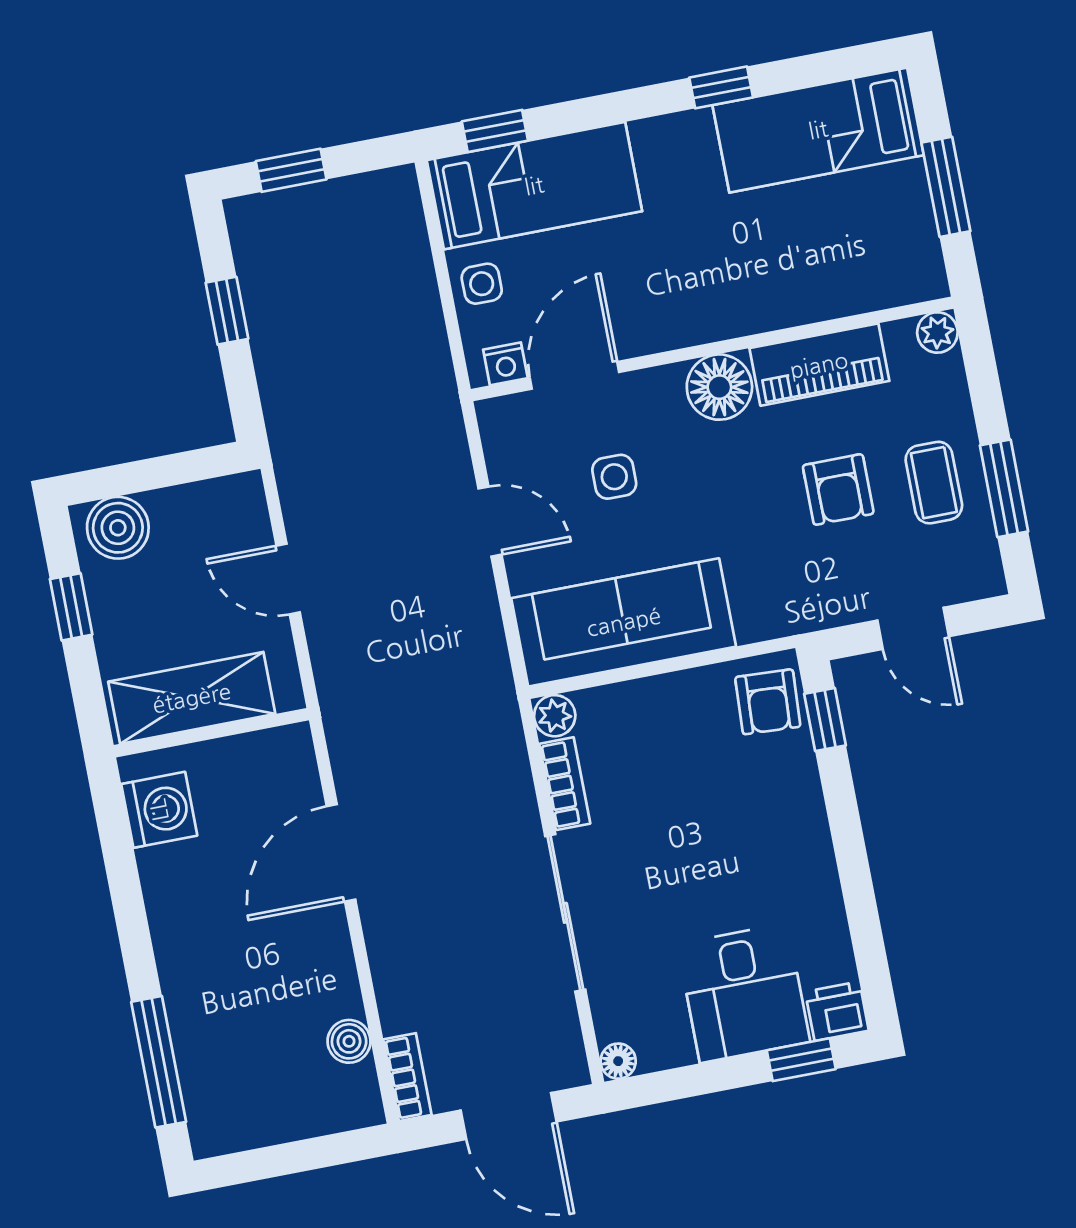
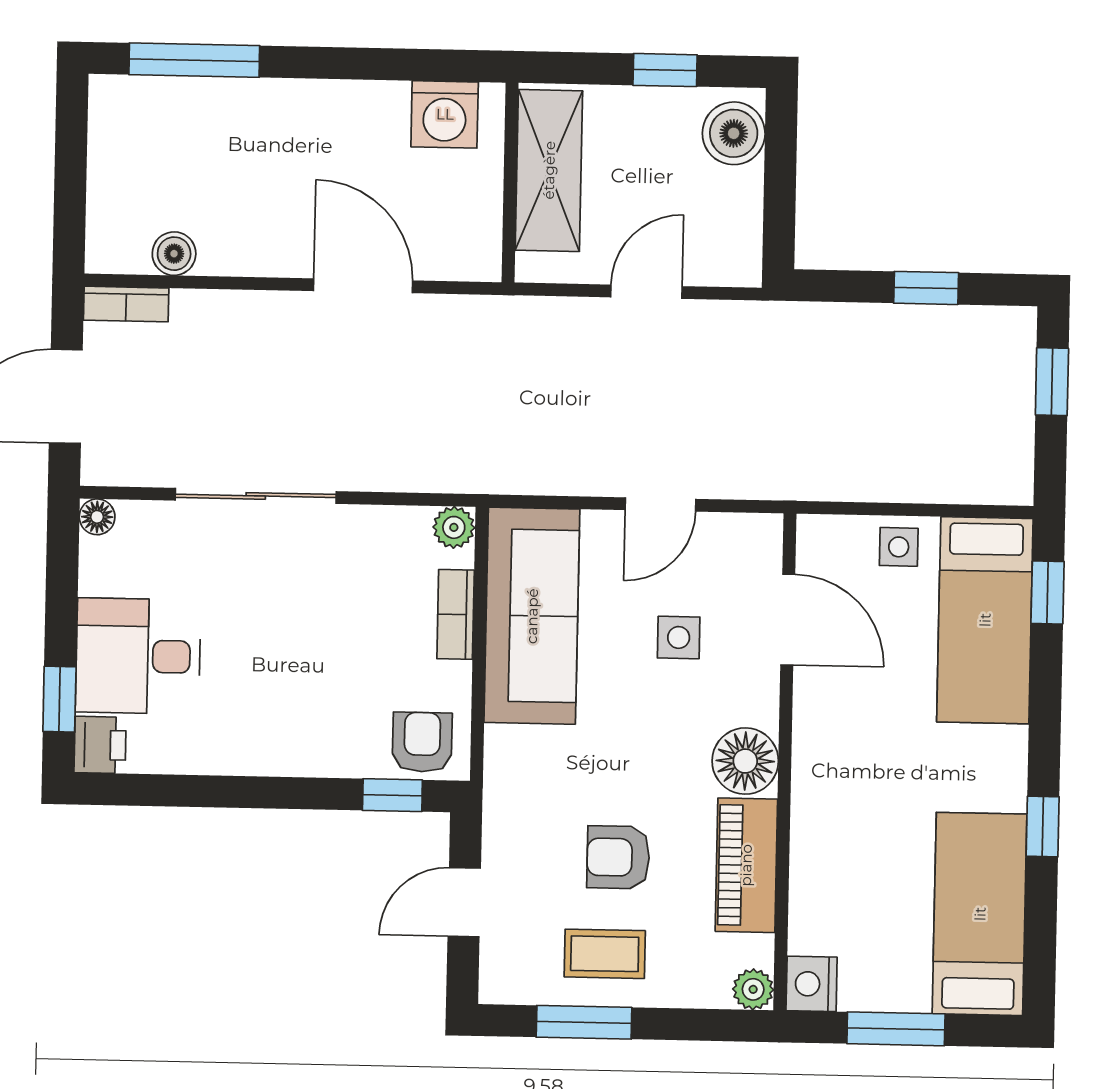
nightstand: (505, 364) -> (812, 984), moved, width x1.39, depth x1.35
armchair: (768, 702) -> (422, 742), turned 87
bookcase: (565, 784) -> (456, 614), moved, turned 90

